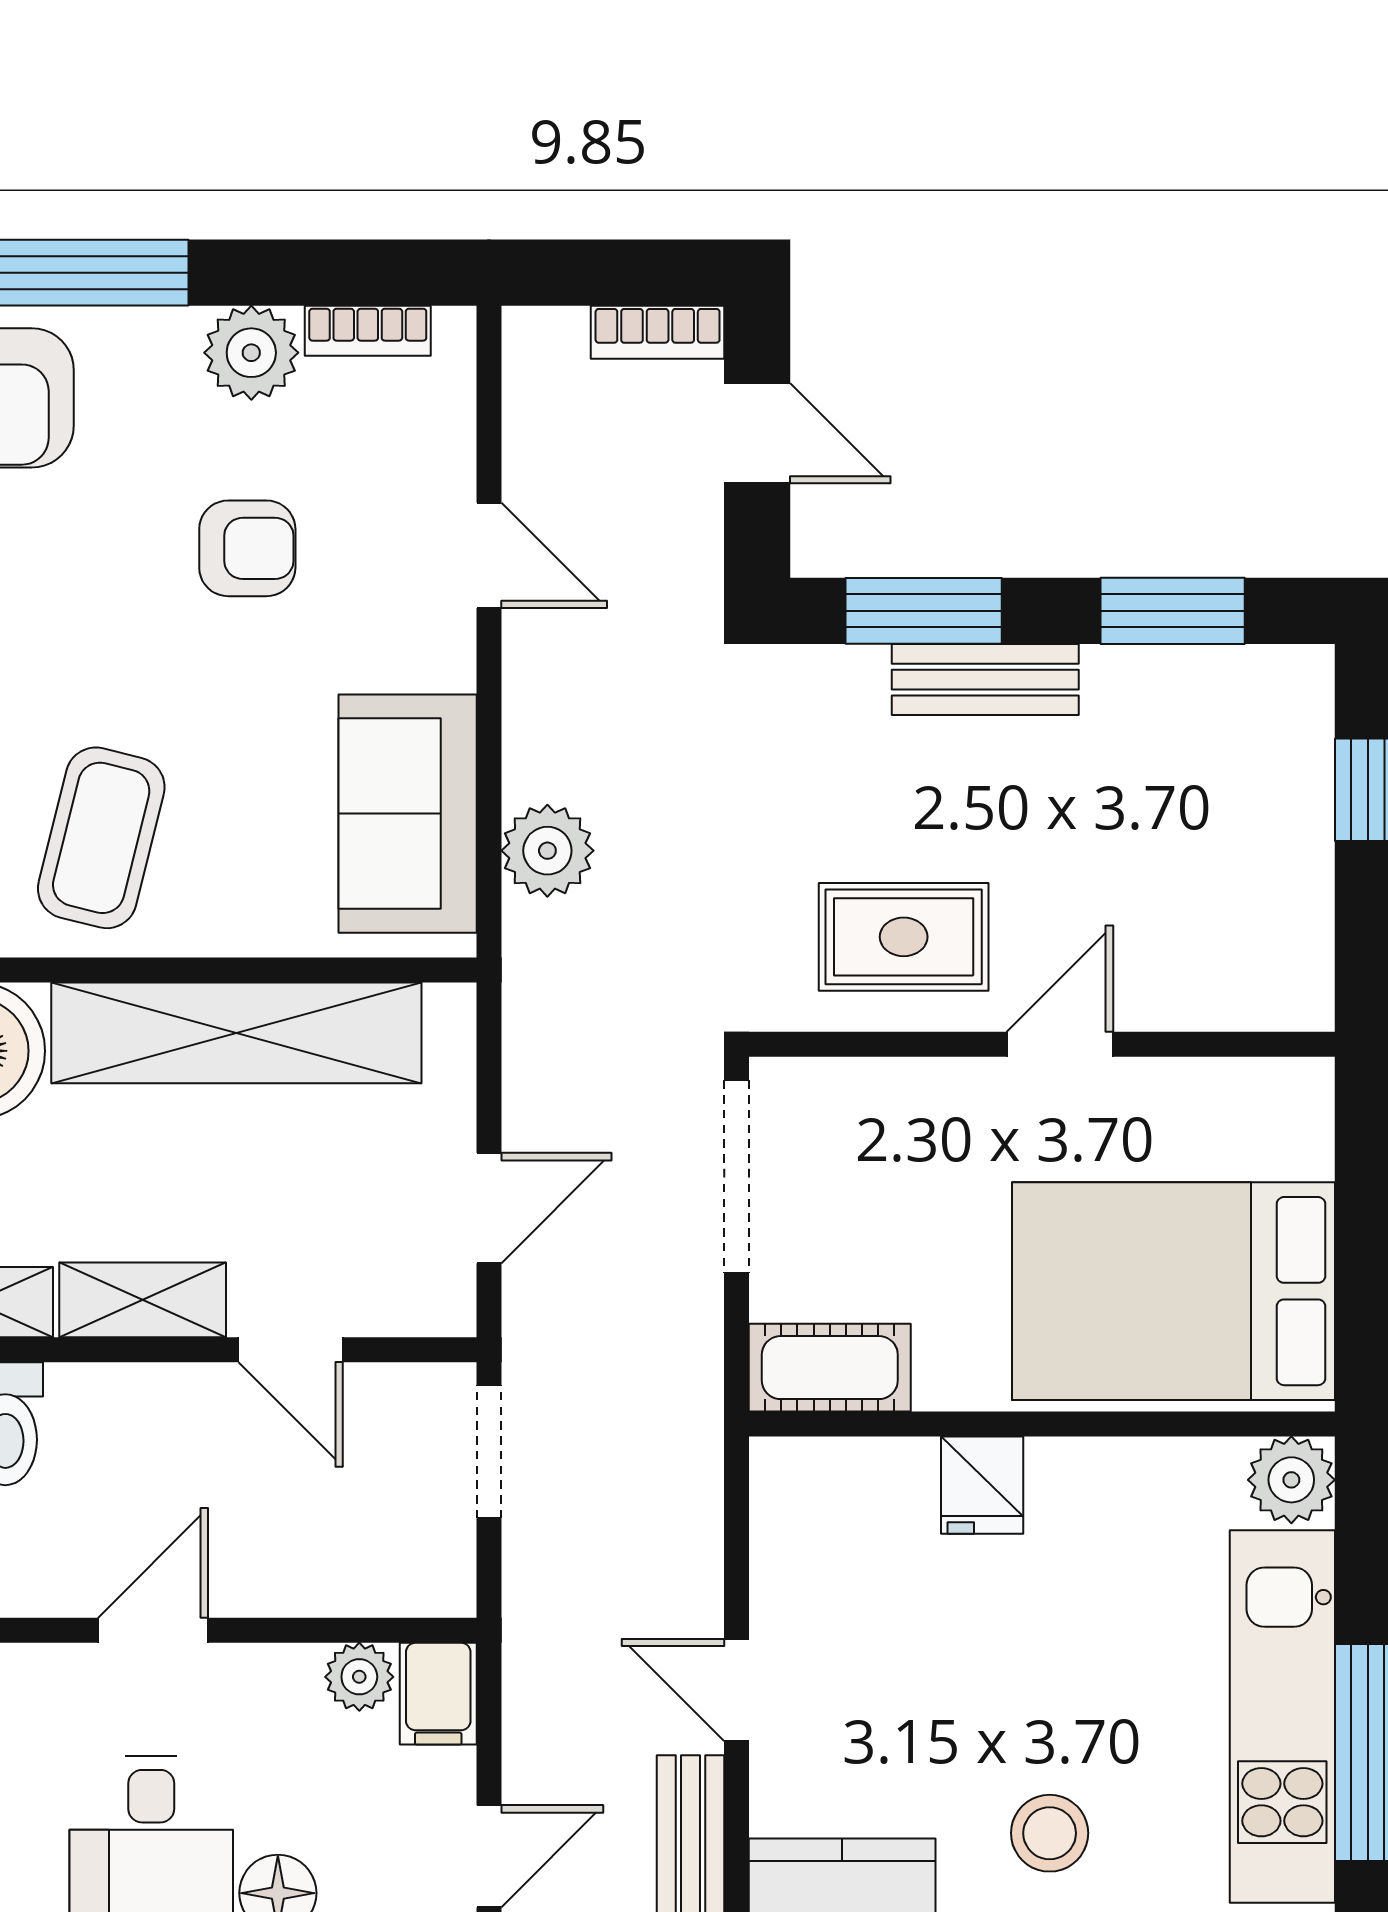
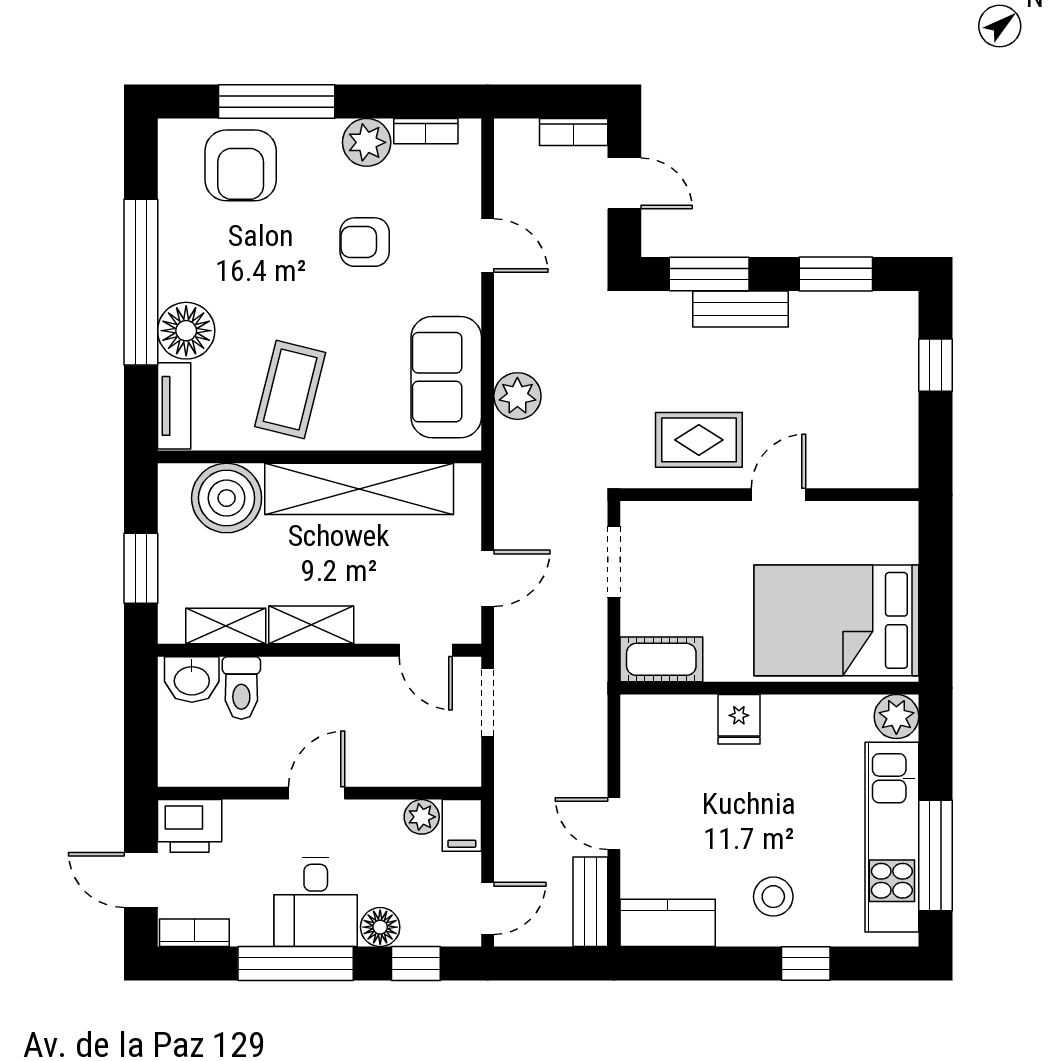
armchair: (247, 548) -> (365, 242), turned 180
doorway: (737, 1177) -> (614, 562), width x0.73
door: (291, 1350) -> (426, 650), moved

